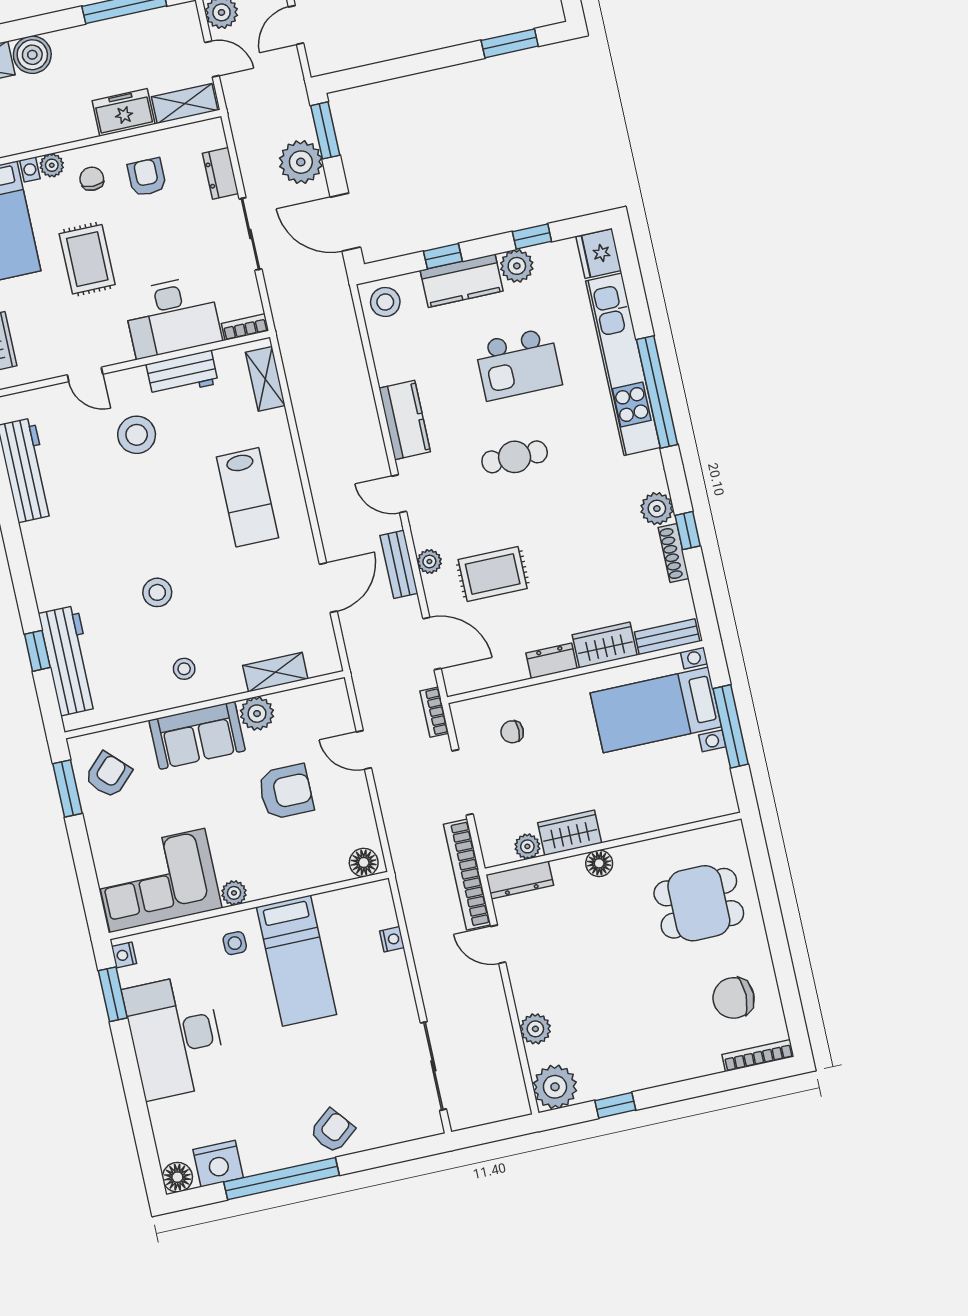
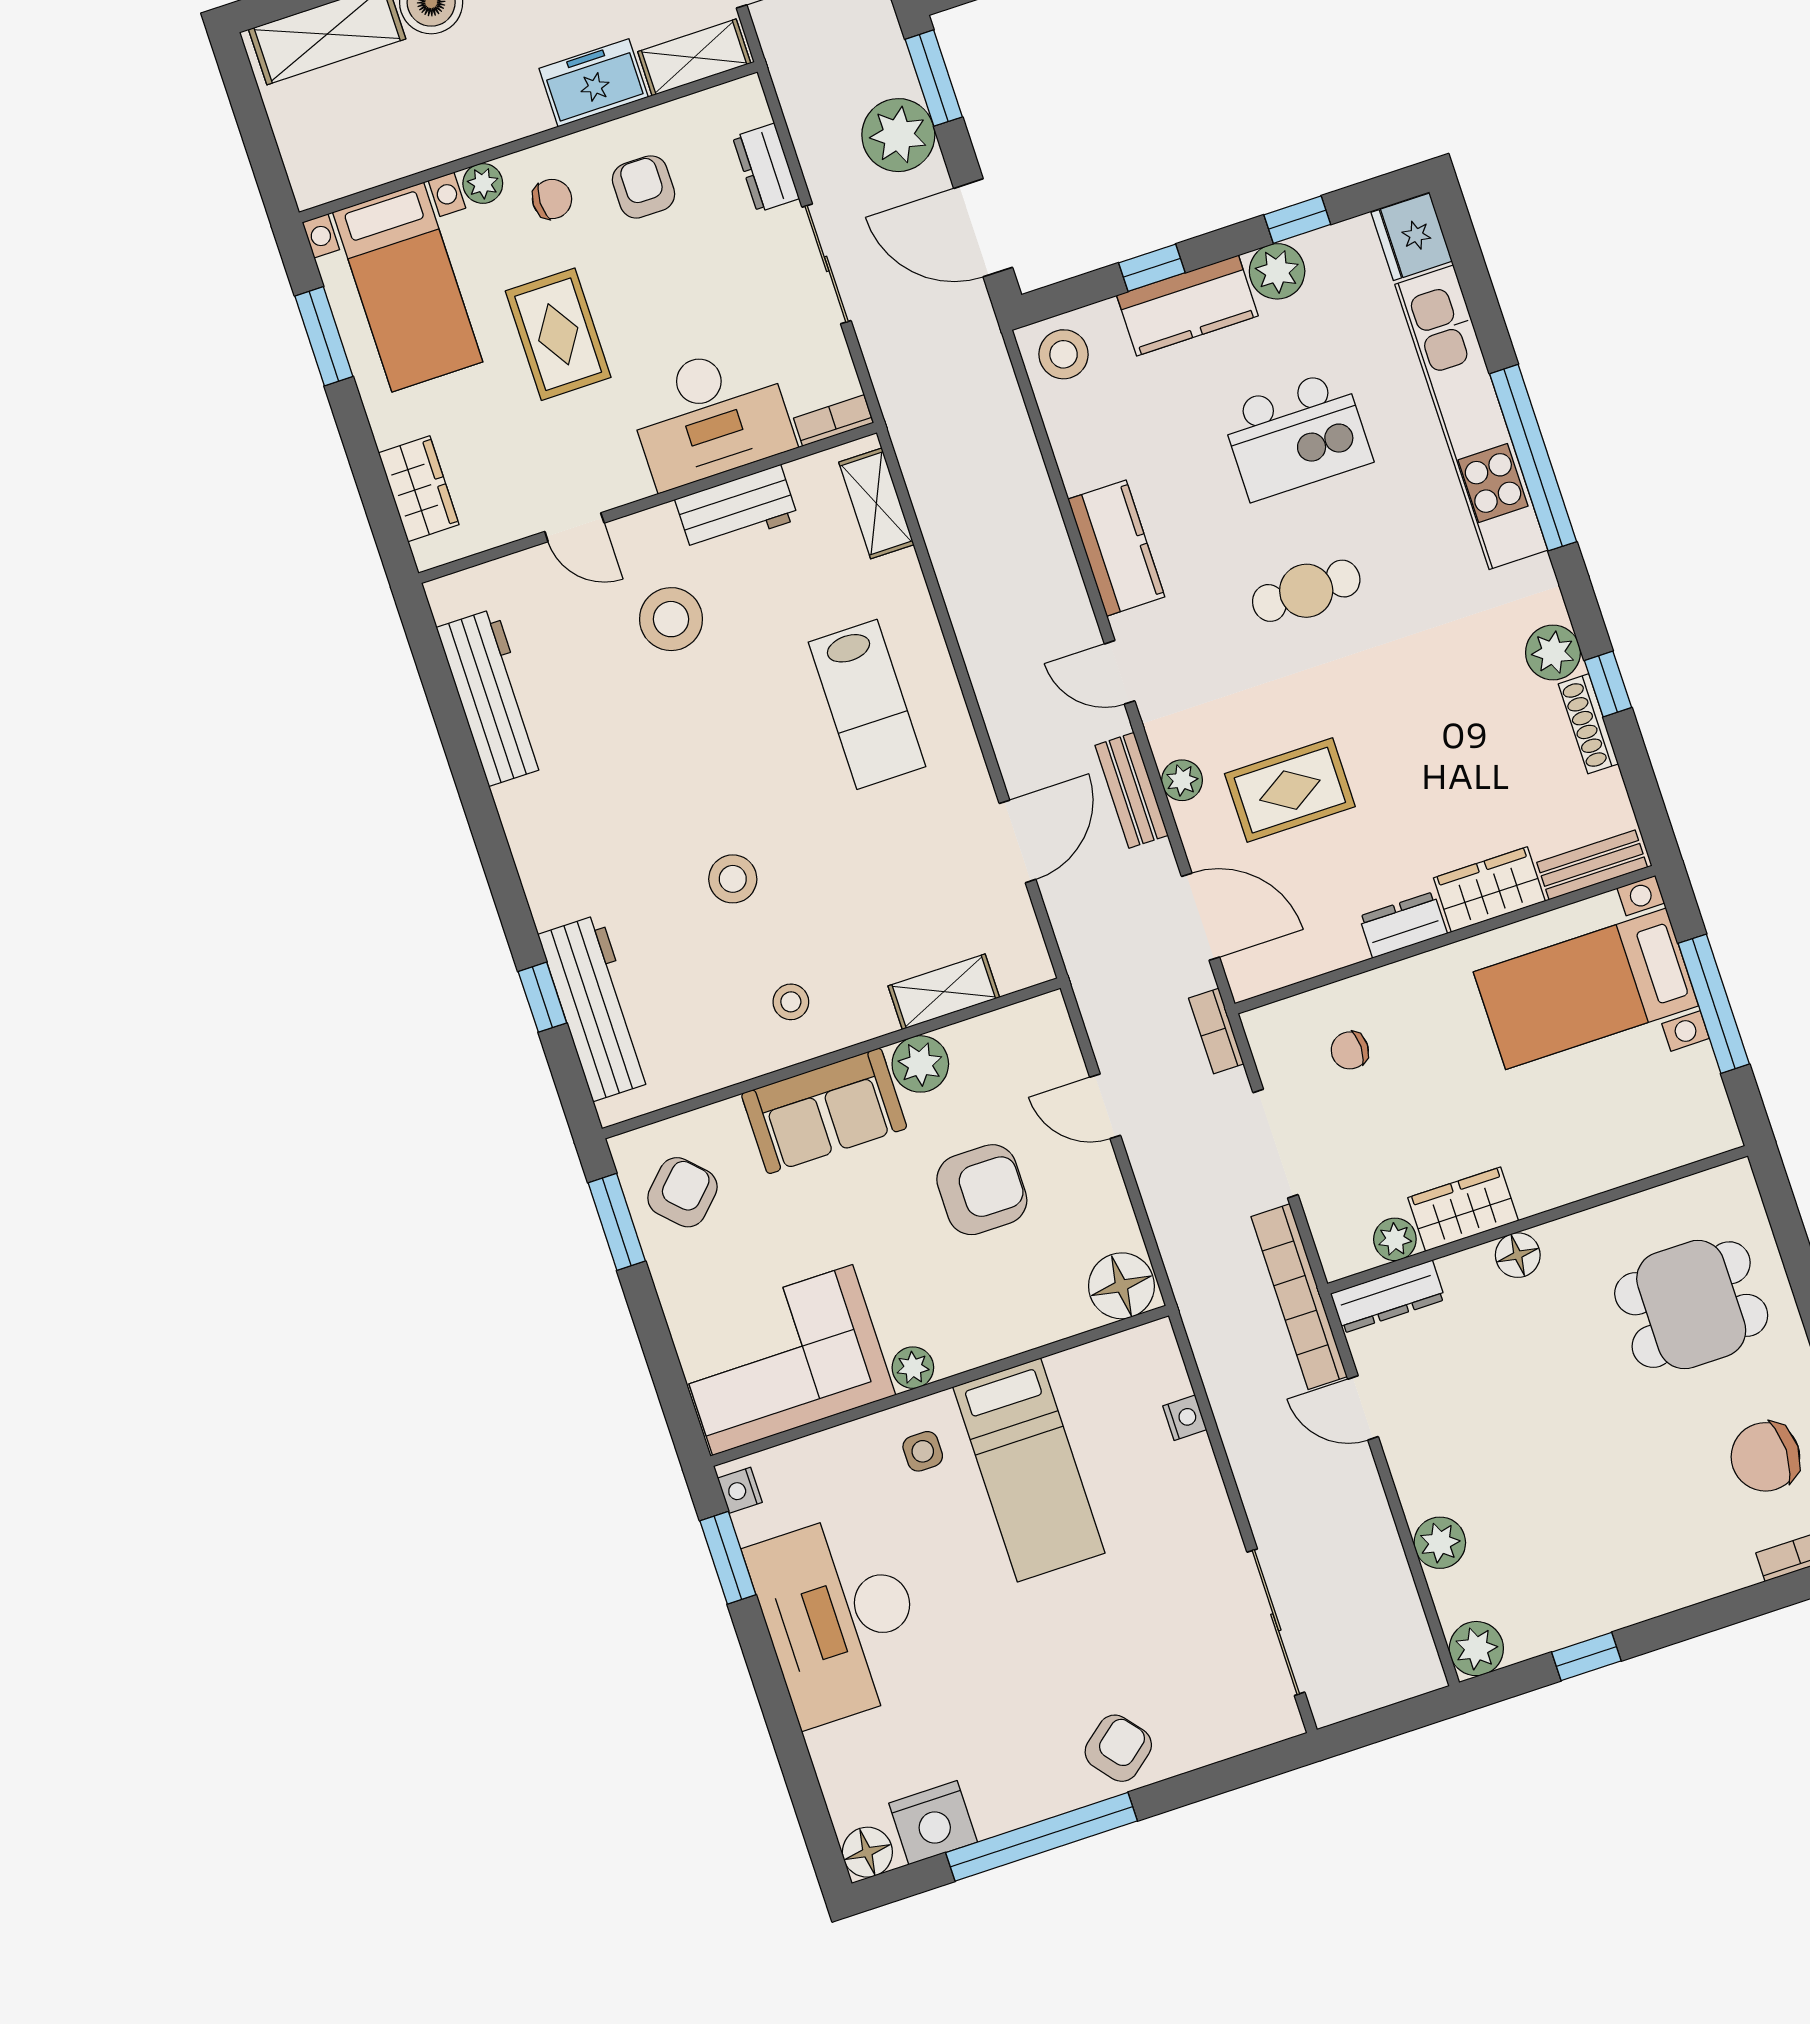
chair: (92, 179) -> (552, 199), turned 90
floor lamp: (364, 862) -> (1121, 1286), width x1.38, depth x1.38
plant: (555, 1087) -> (1476, 1649), width x0.73, depth x0.73

